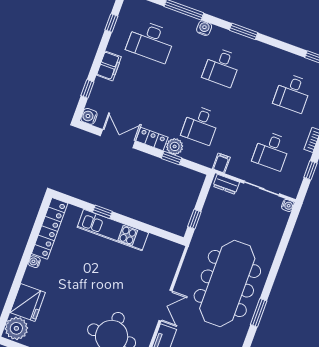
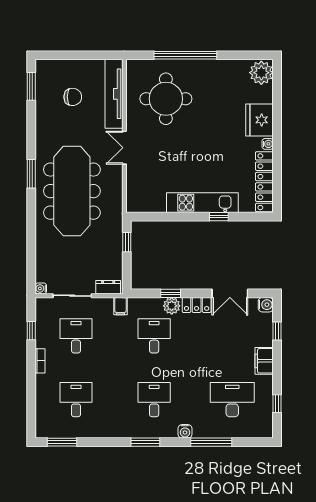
fridge: (28, 302) -> (259, 120), moved

